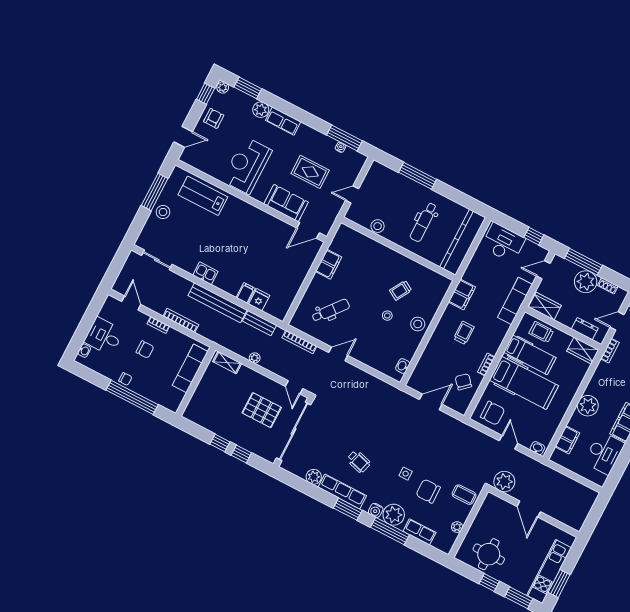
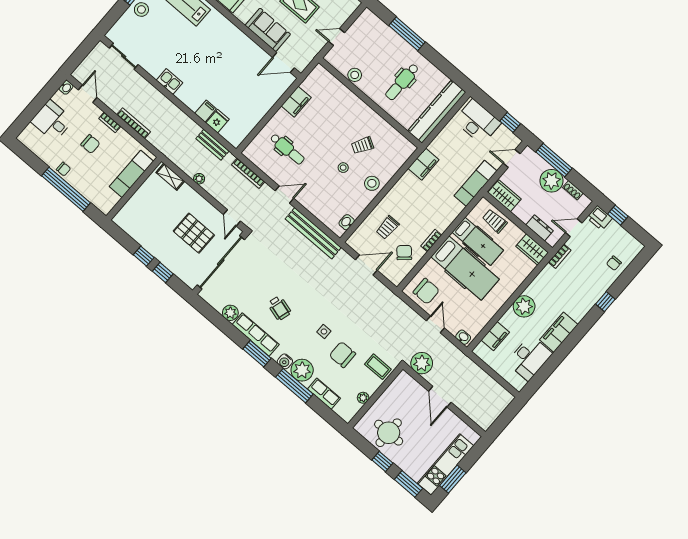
bench: (217, 303) -> (313, 233), moved
dental chair: (331, 311) -> (287, 149), turned 51
trolley: (464, 333) -> (388, 228), moved, turned 180
washbasin: (84, 351) -> (66, 87), moved

